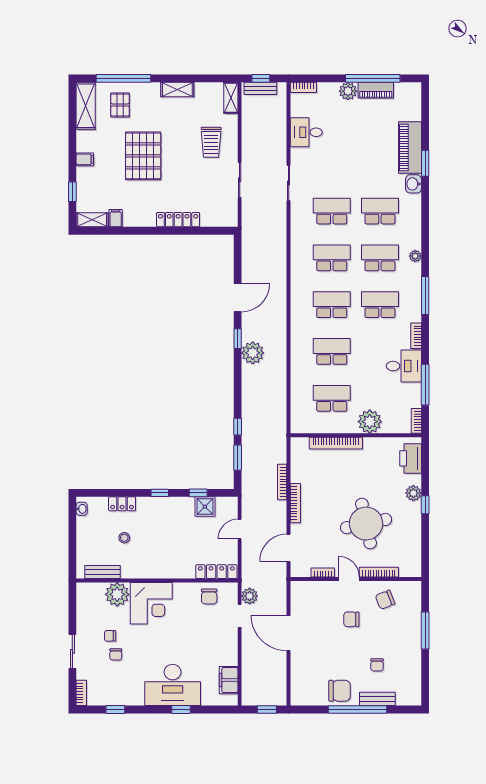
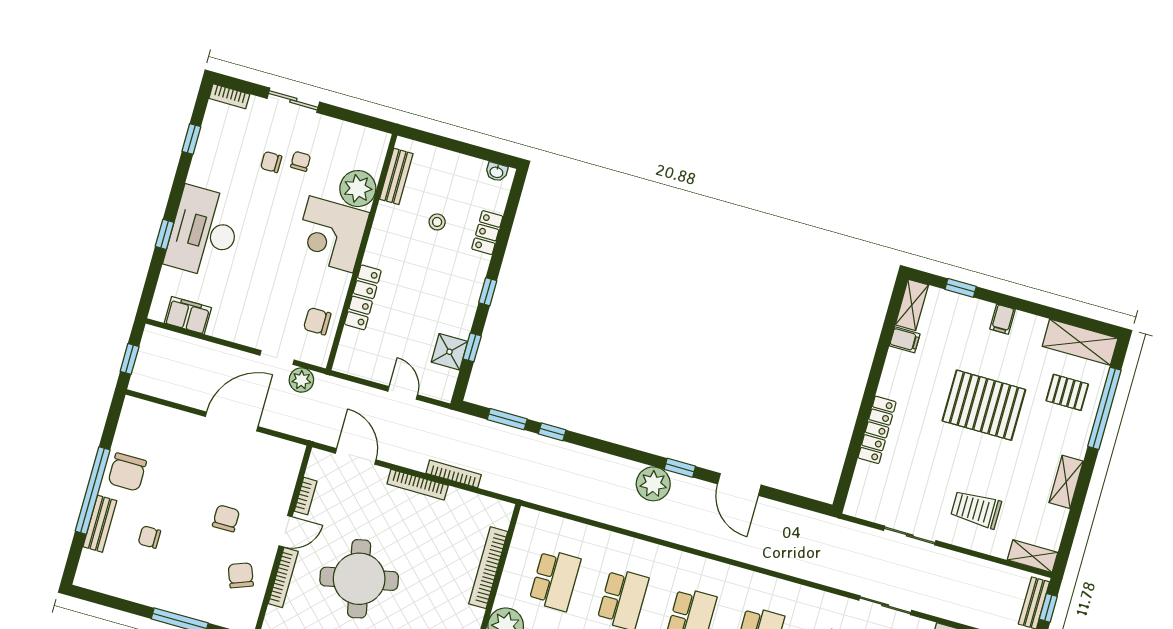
locker: (216, 572) -> (363, 297), moved

